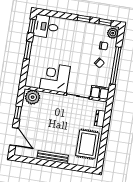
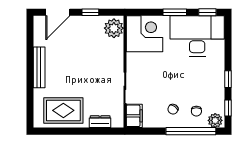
desk: (46, 27) -> (197, 36), width x1.87, depth x1.30
window: (116, 66) -> (191, 131), moved
corner desk: (55, 78) -> (144, 34), moved

